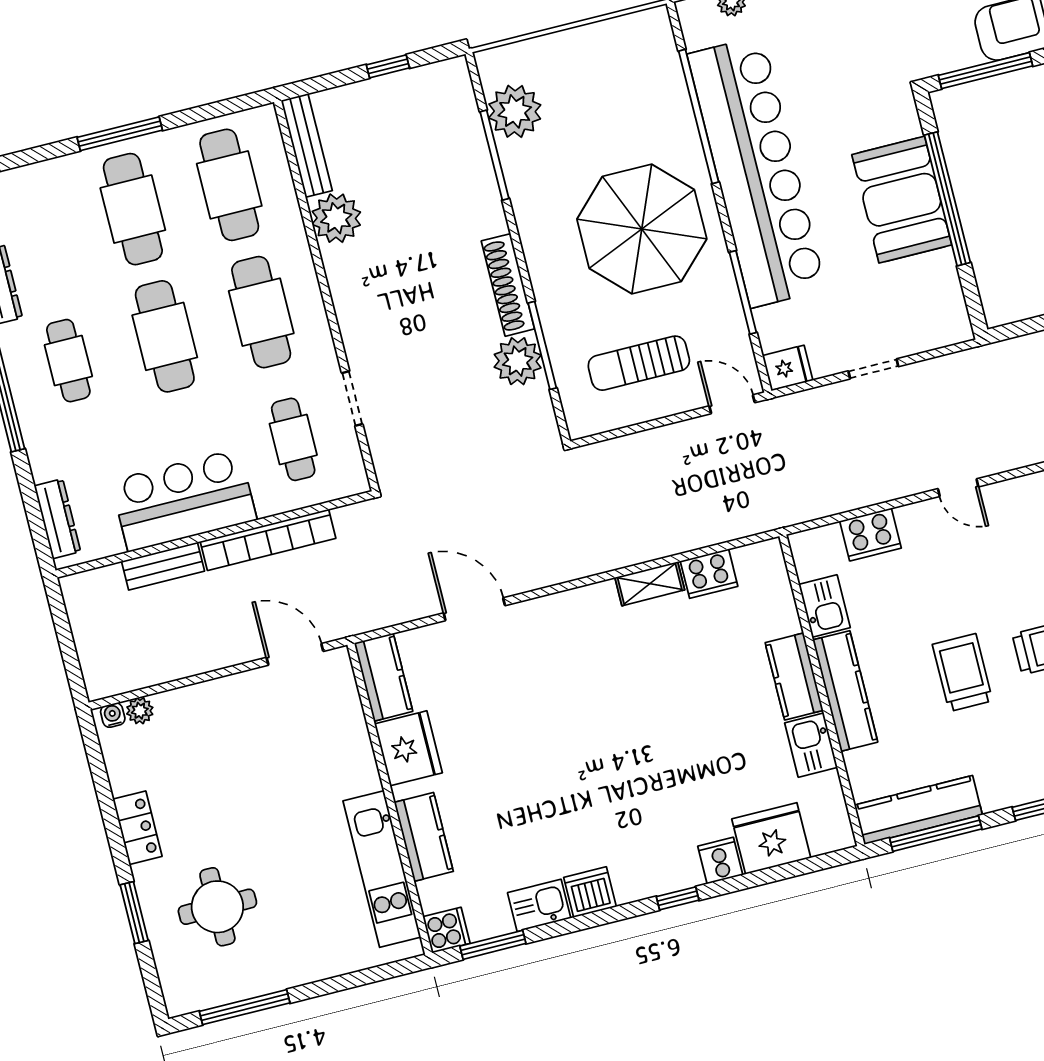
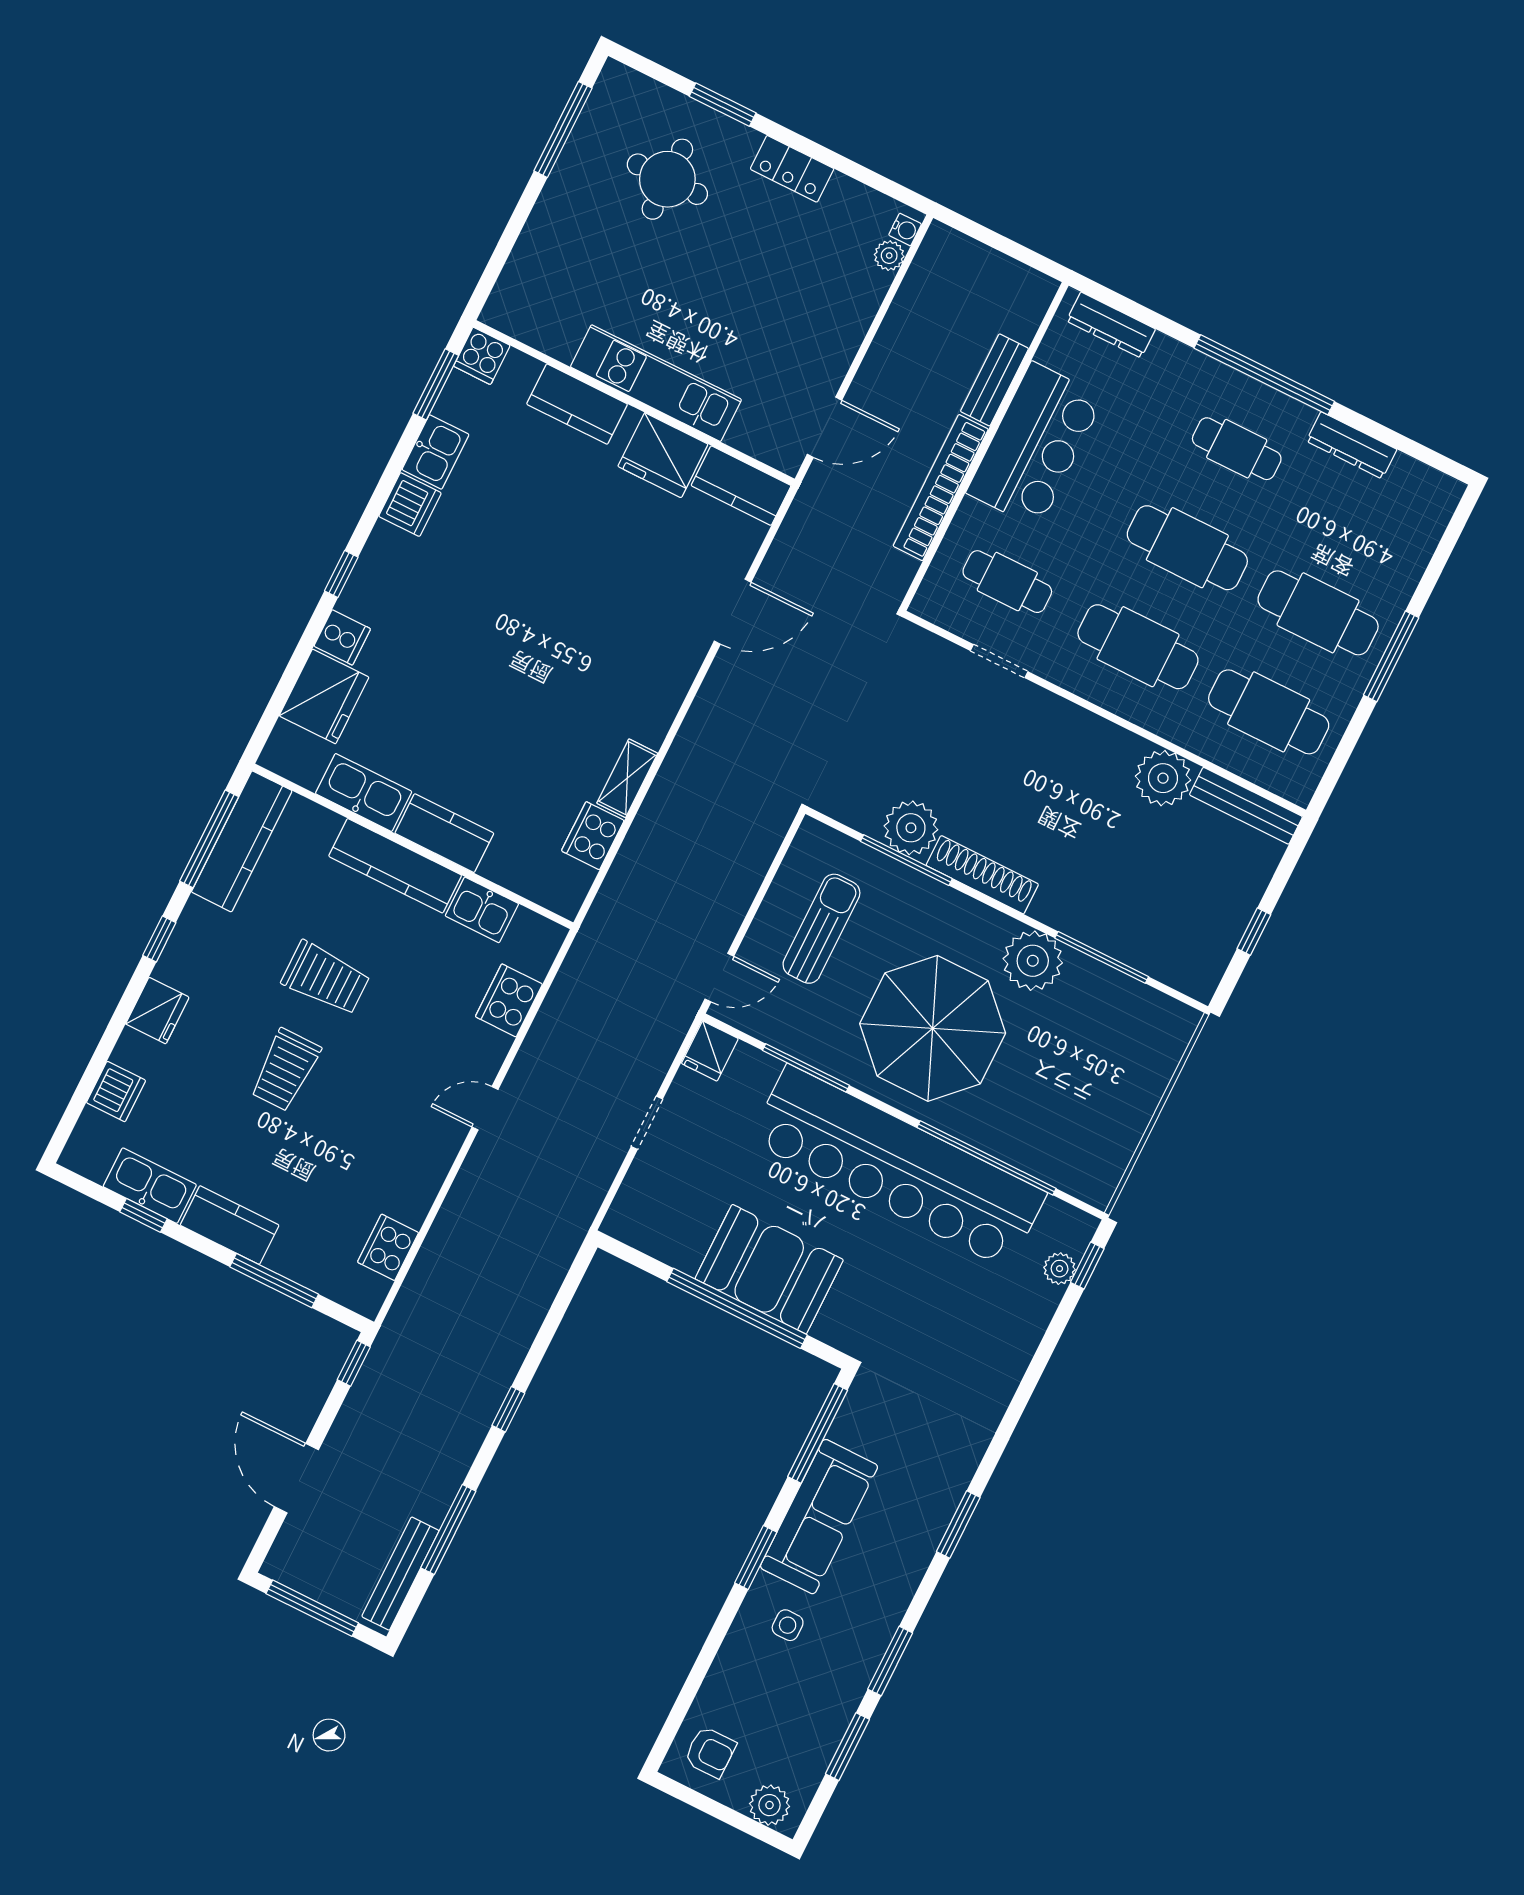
plant: (515, 111) -> (1033, 961), moved
kitchen sink: (811, 745) -> (364, 792), width x1.38
kitchen unit: (382, 869) -> (656, 383), moved

